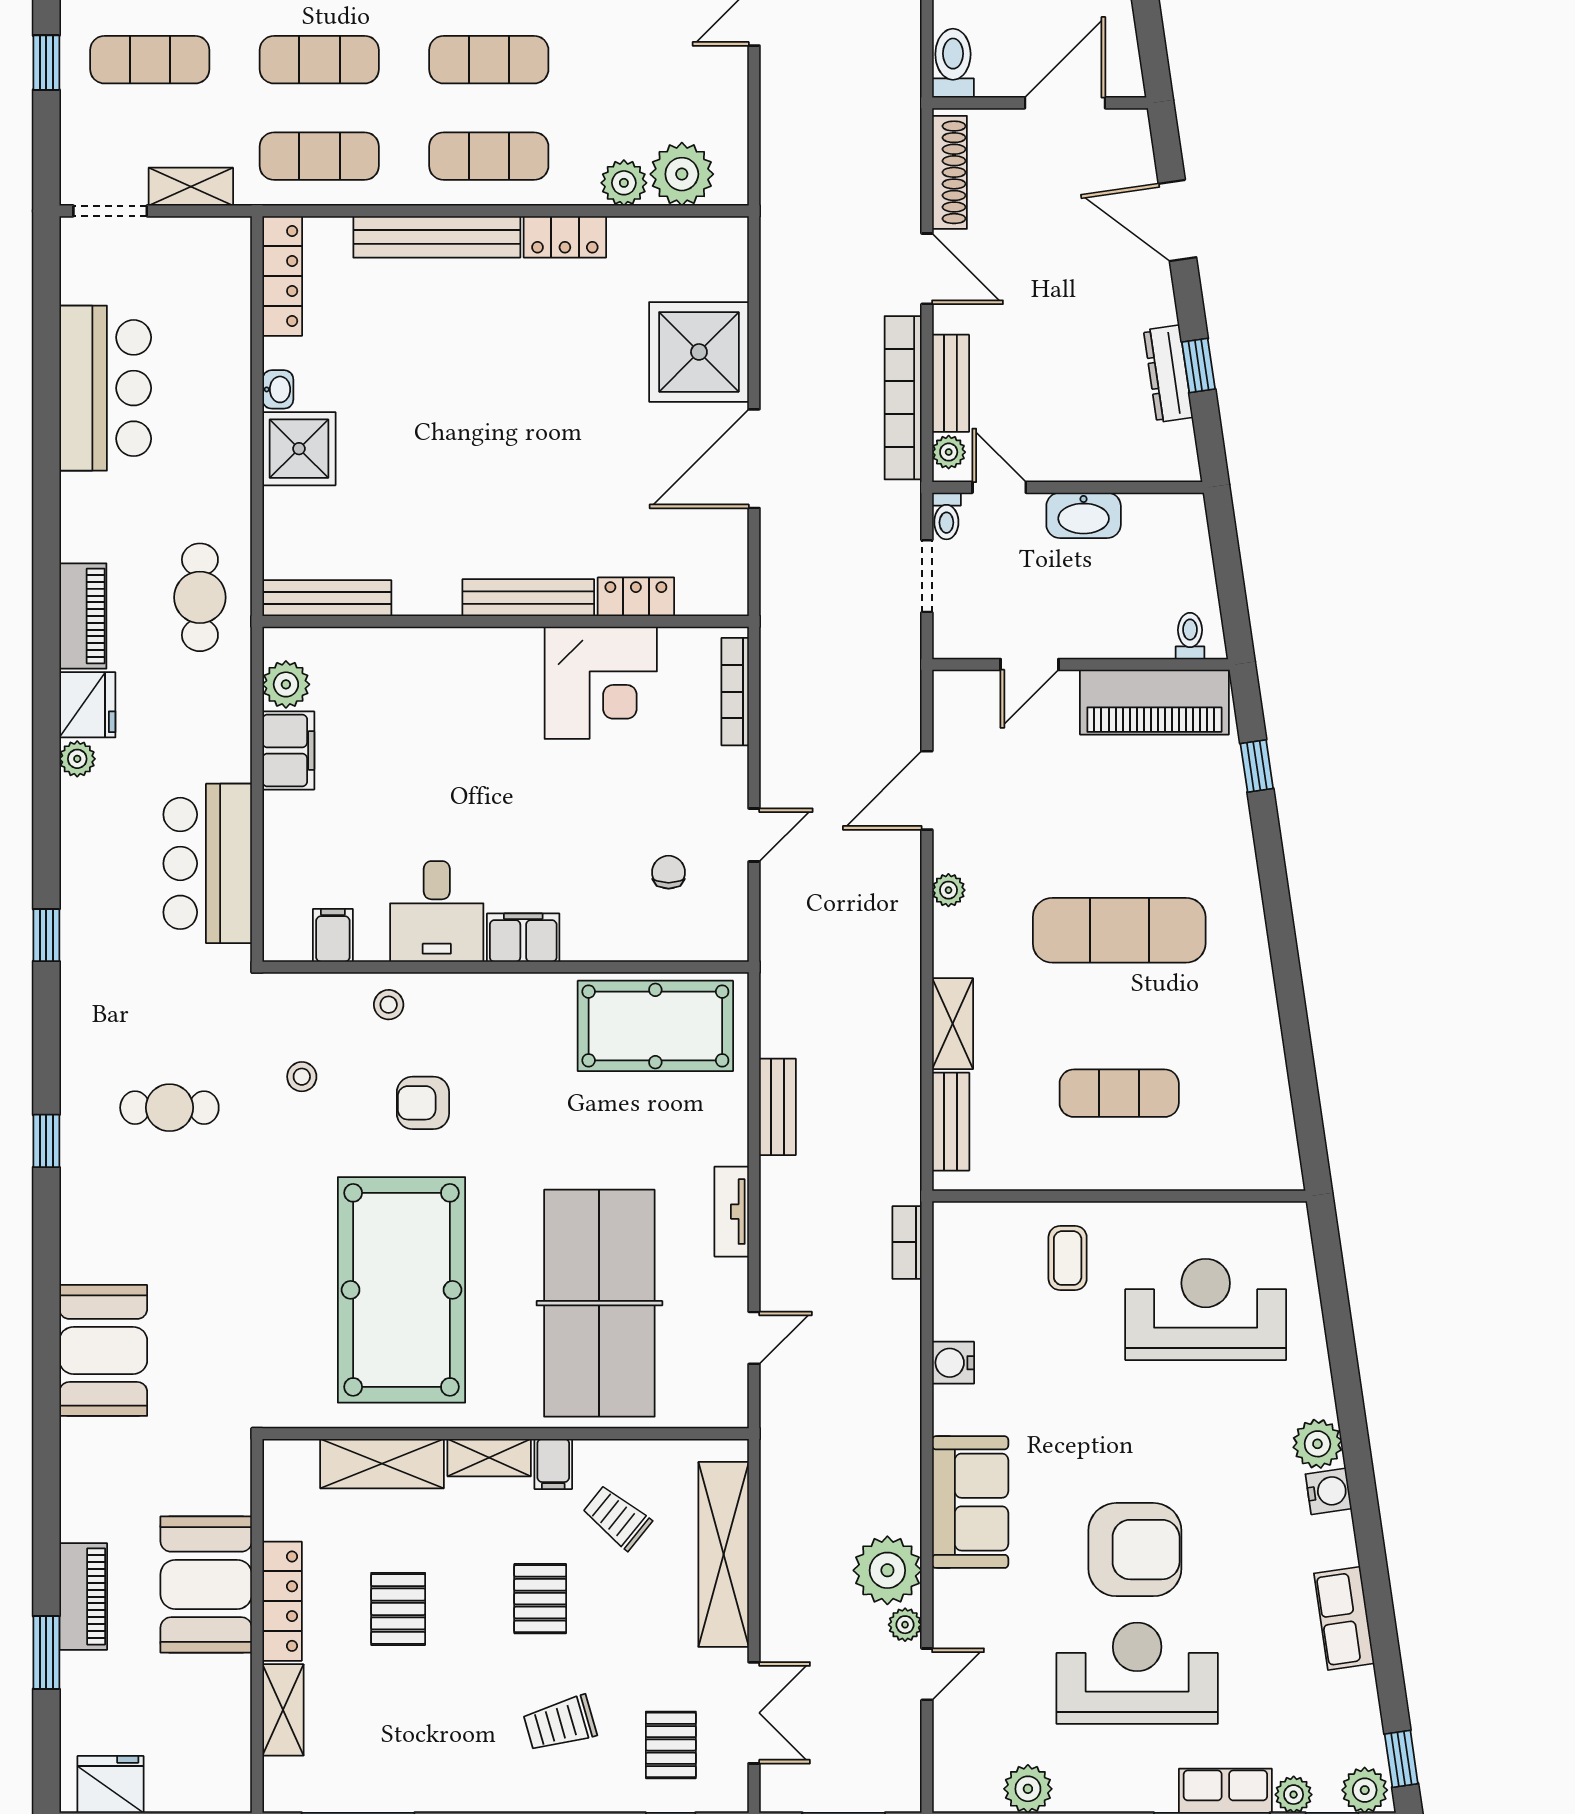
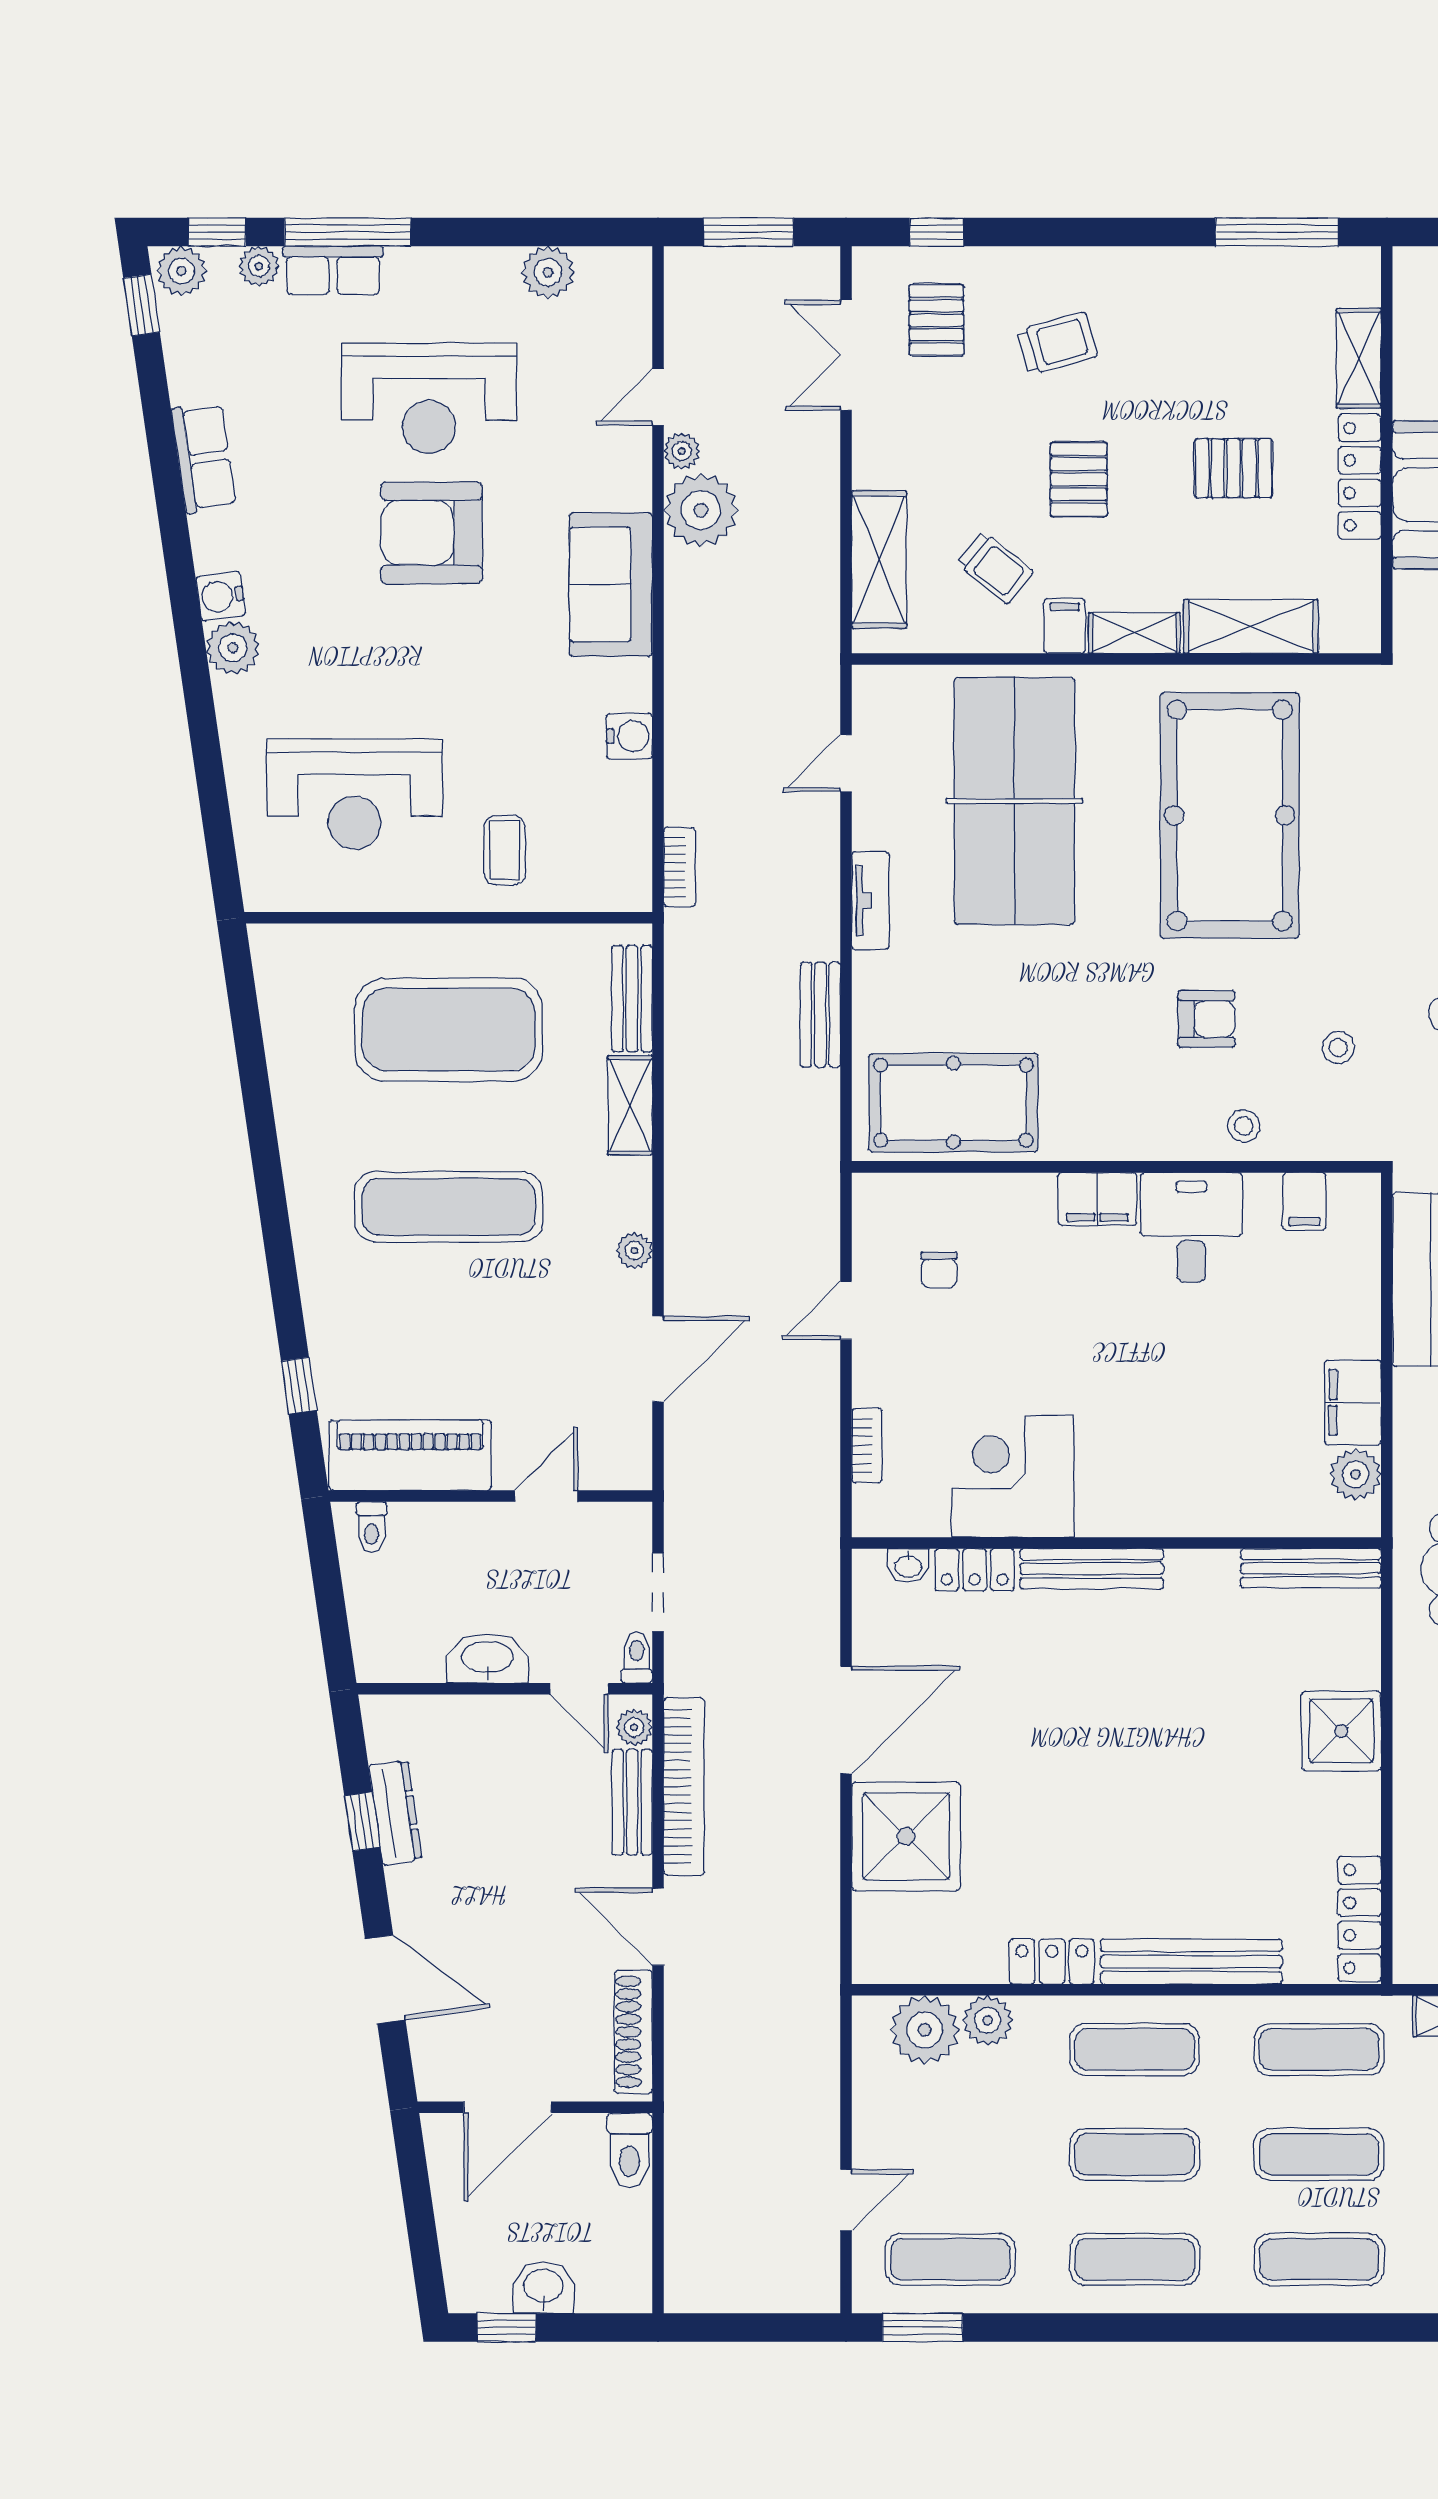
washbasin: (278, 389) -> (908, 1566), moved, turned -90
bookcase: (735, 692) -> (867, 1446), width x0.64
exercise mat: (1119, 1093) -> (449, 1030), width x2.00, depth x1.45
shelving: (724, 1554) -> (879, 560), width x0.68
pallet: (398, 1609) -> (1233, 468), turned 90

